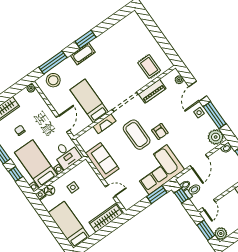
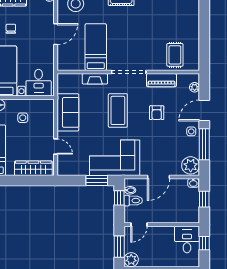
door: (63, 124) -> (56, 34), moved
armchair: (160, 132) -> (157, 113), moved

